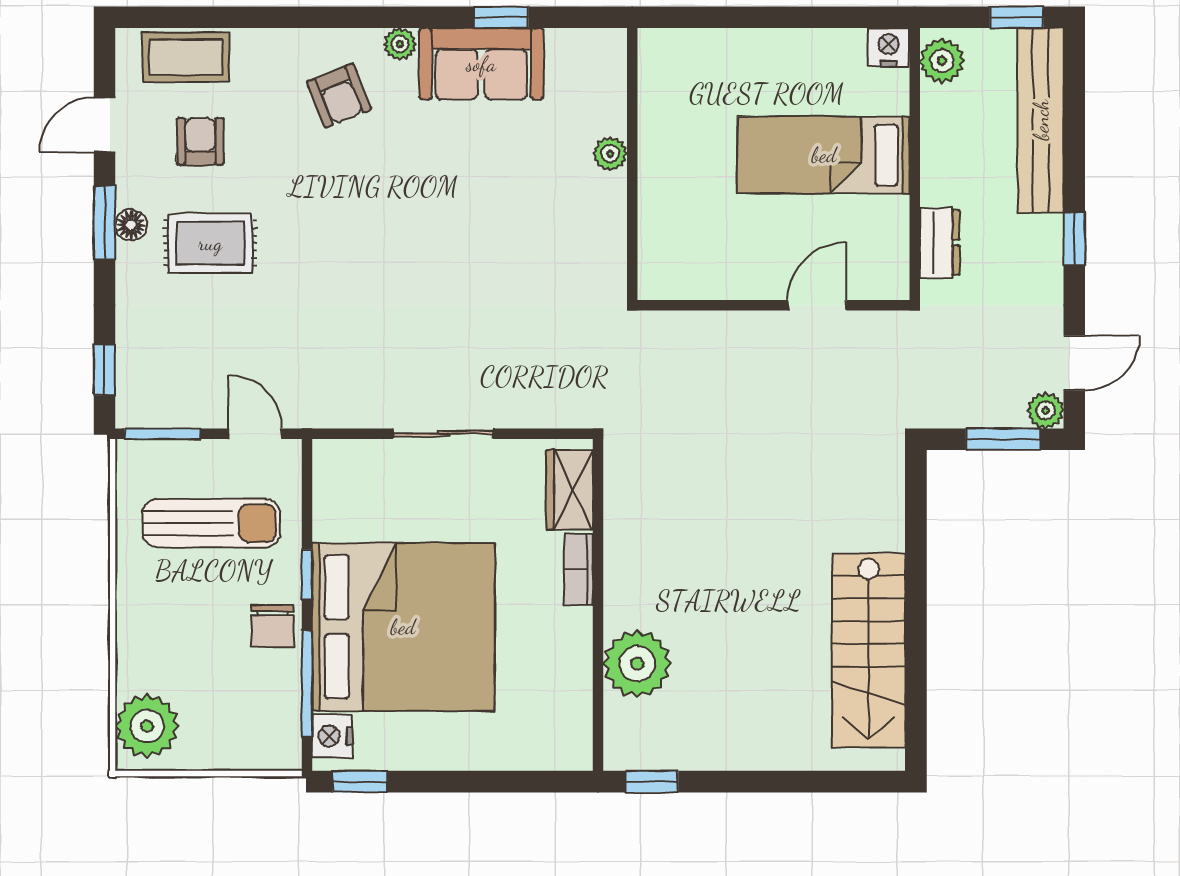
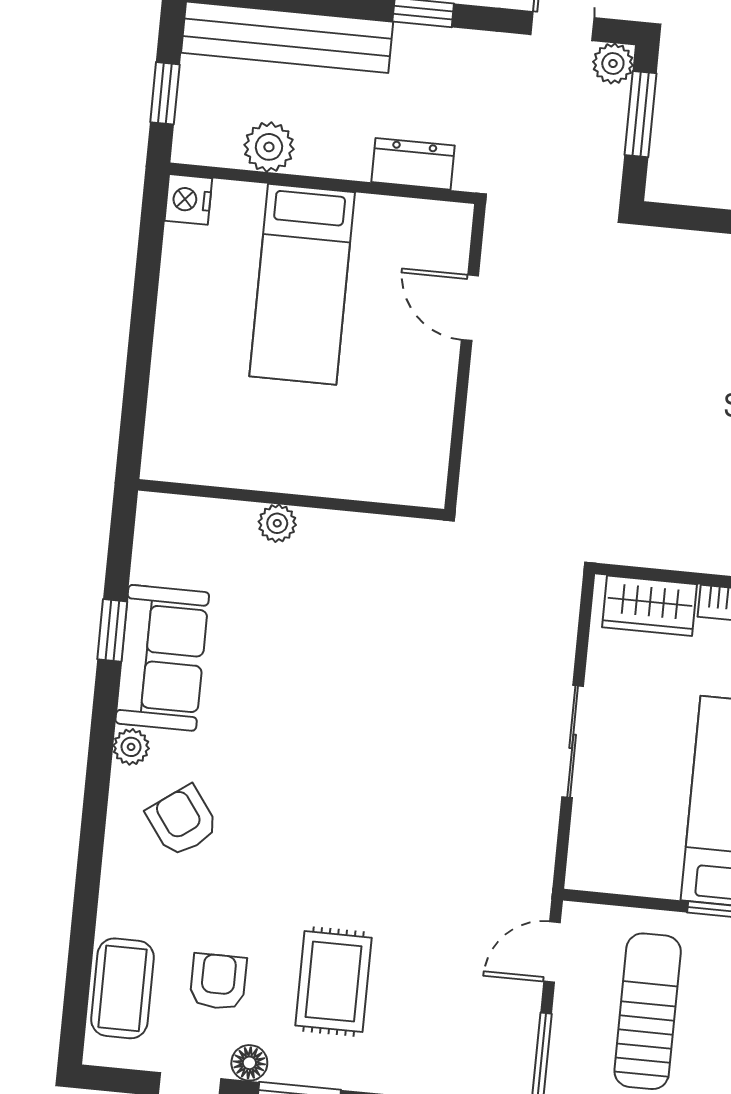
window: (1017, 17) -> (165, 93), moved
plant: (942, 61) -> (269, 147), moved
armchair: (339, 96) -> (182, 821), turned -104
armchair: (200, 141) -> (218, 982), turned 90
floor lamp: (131, 225) -> (249, 1063), moved

